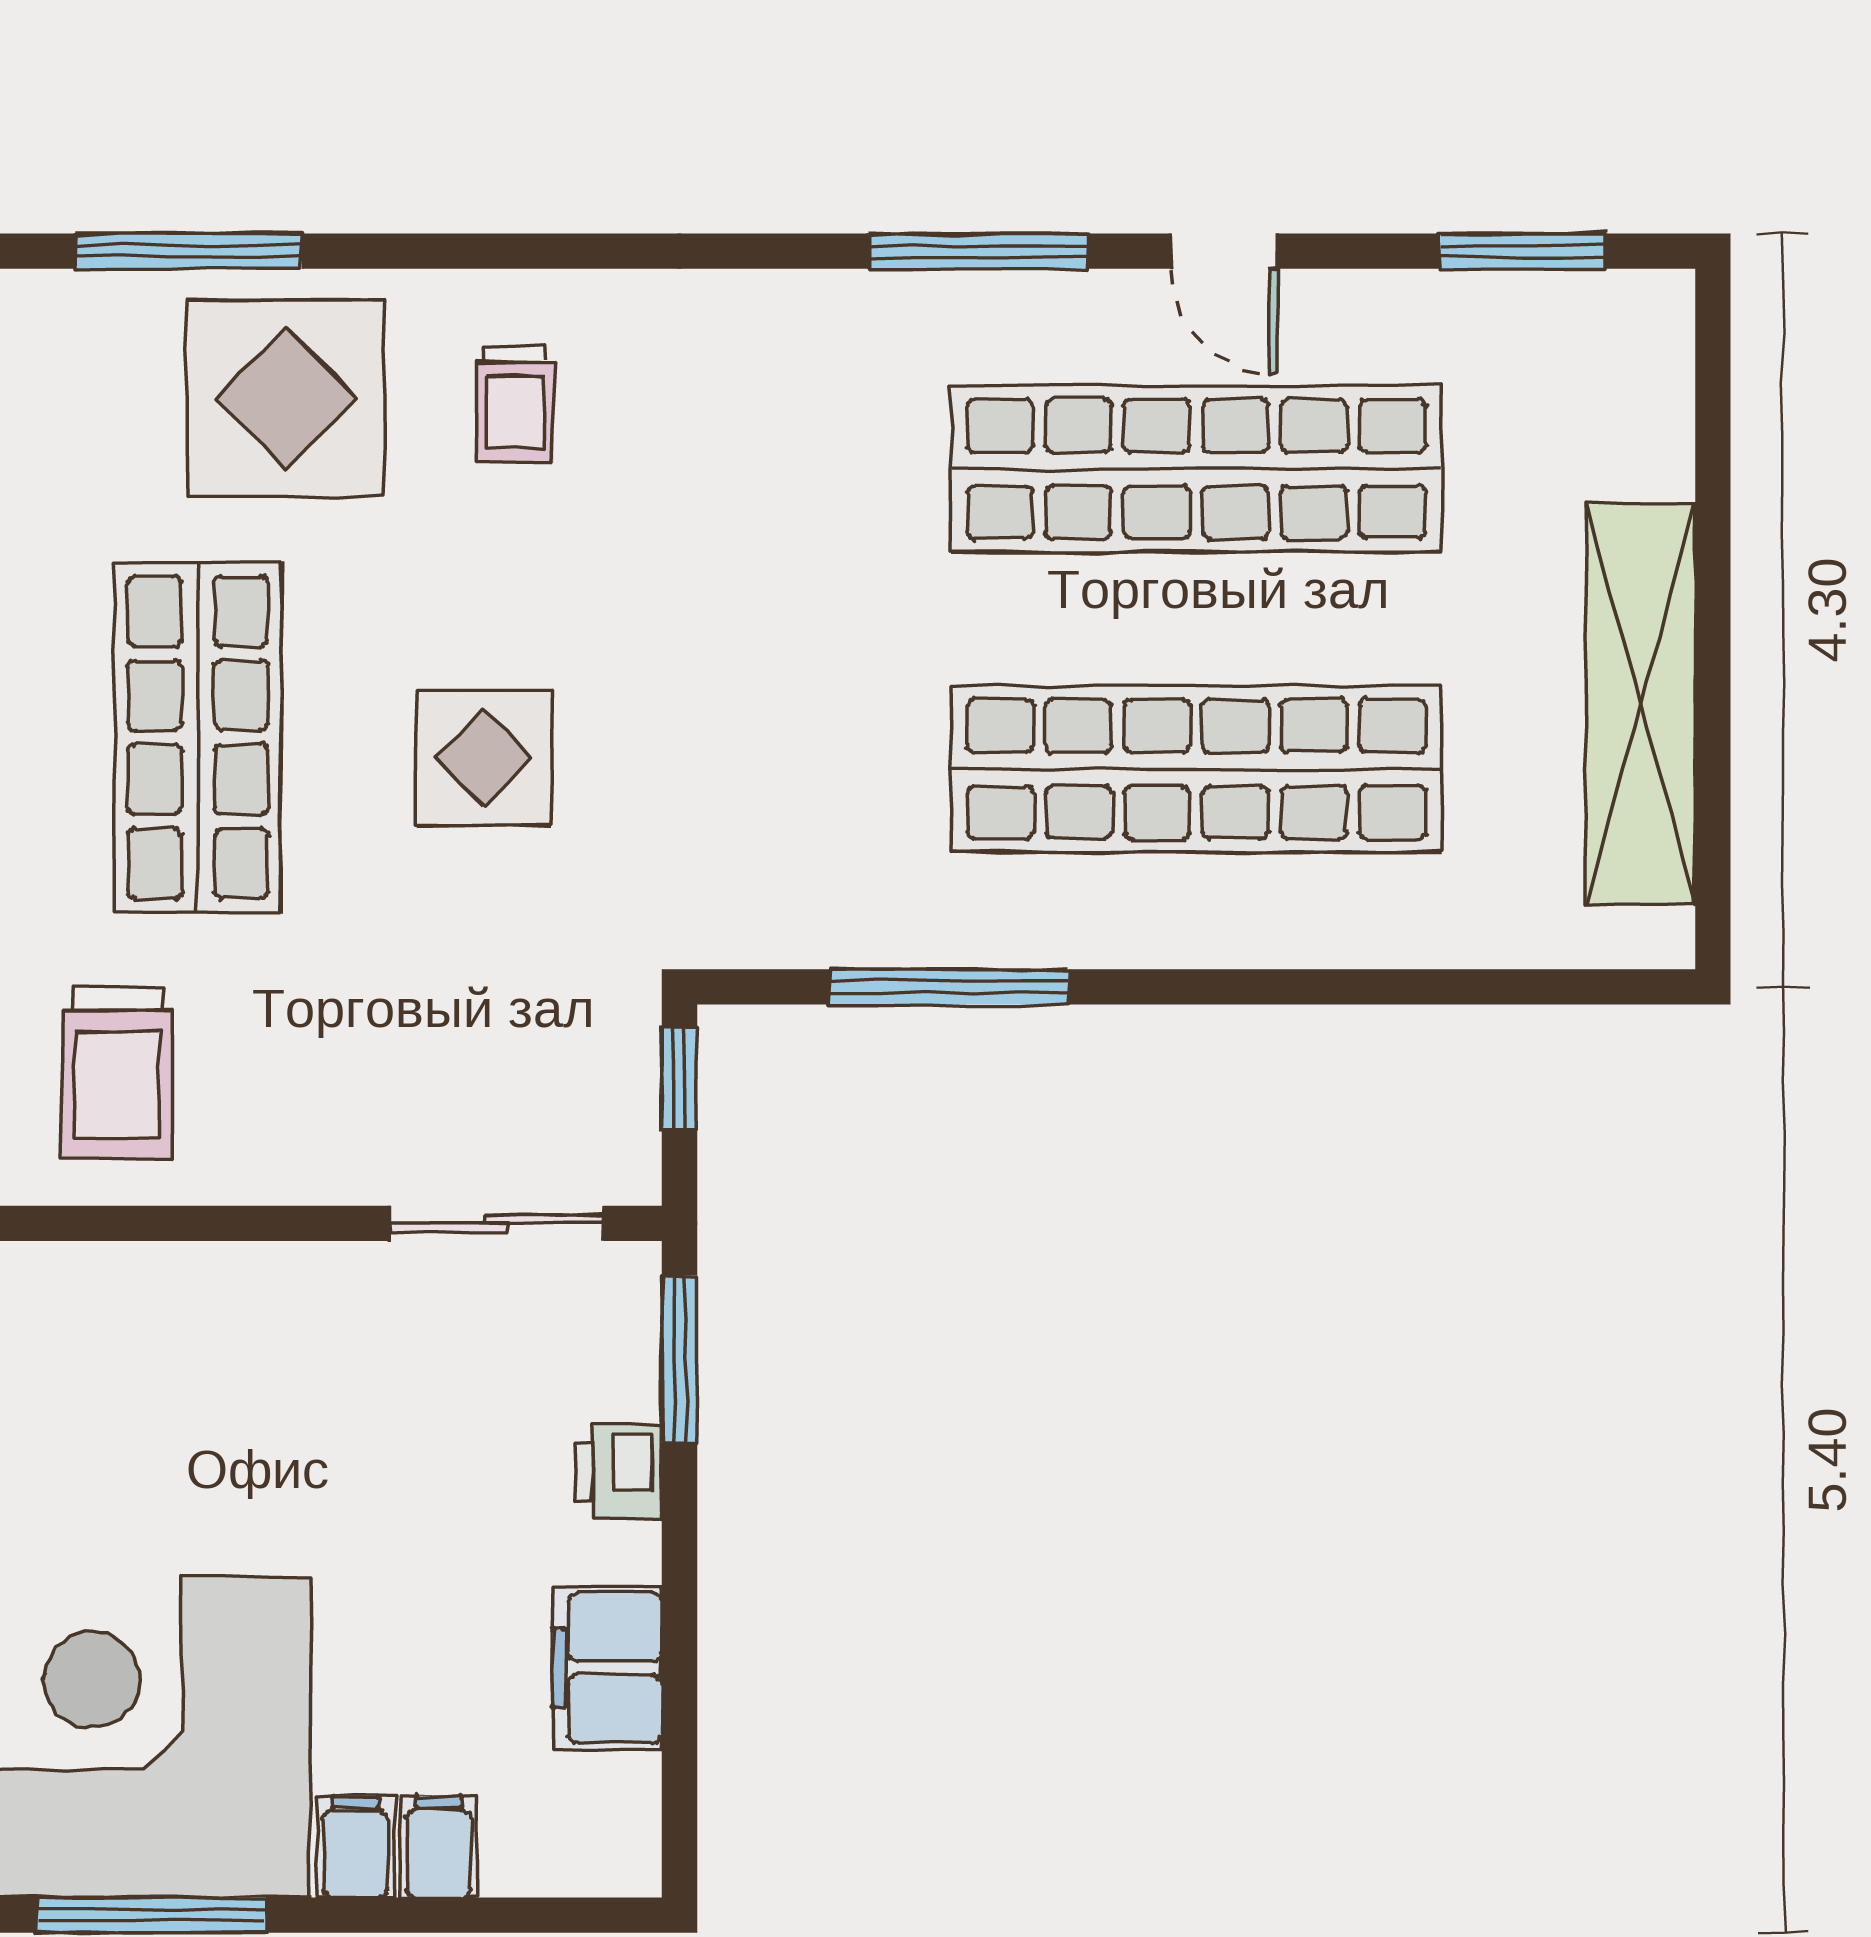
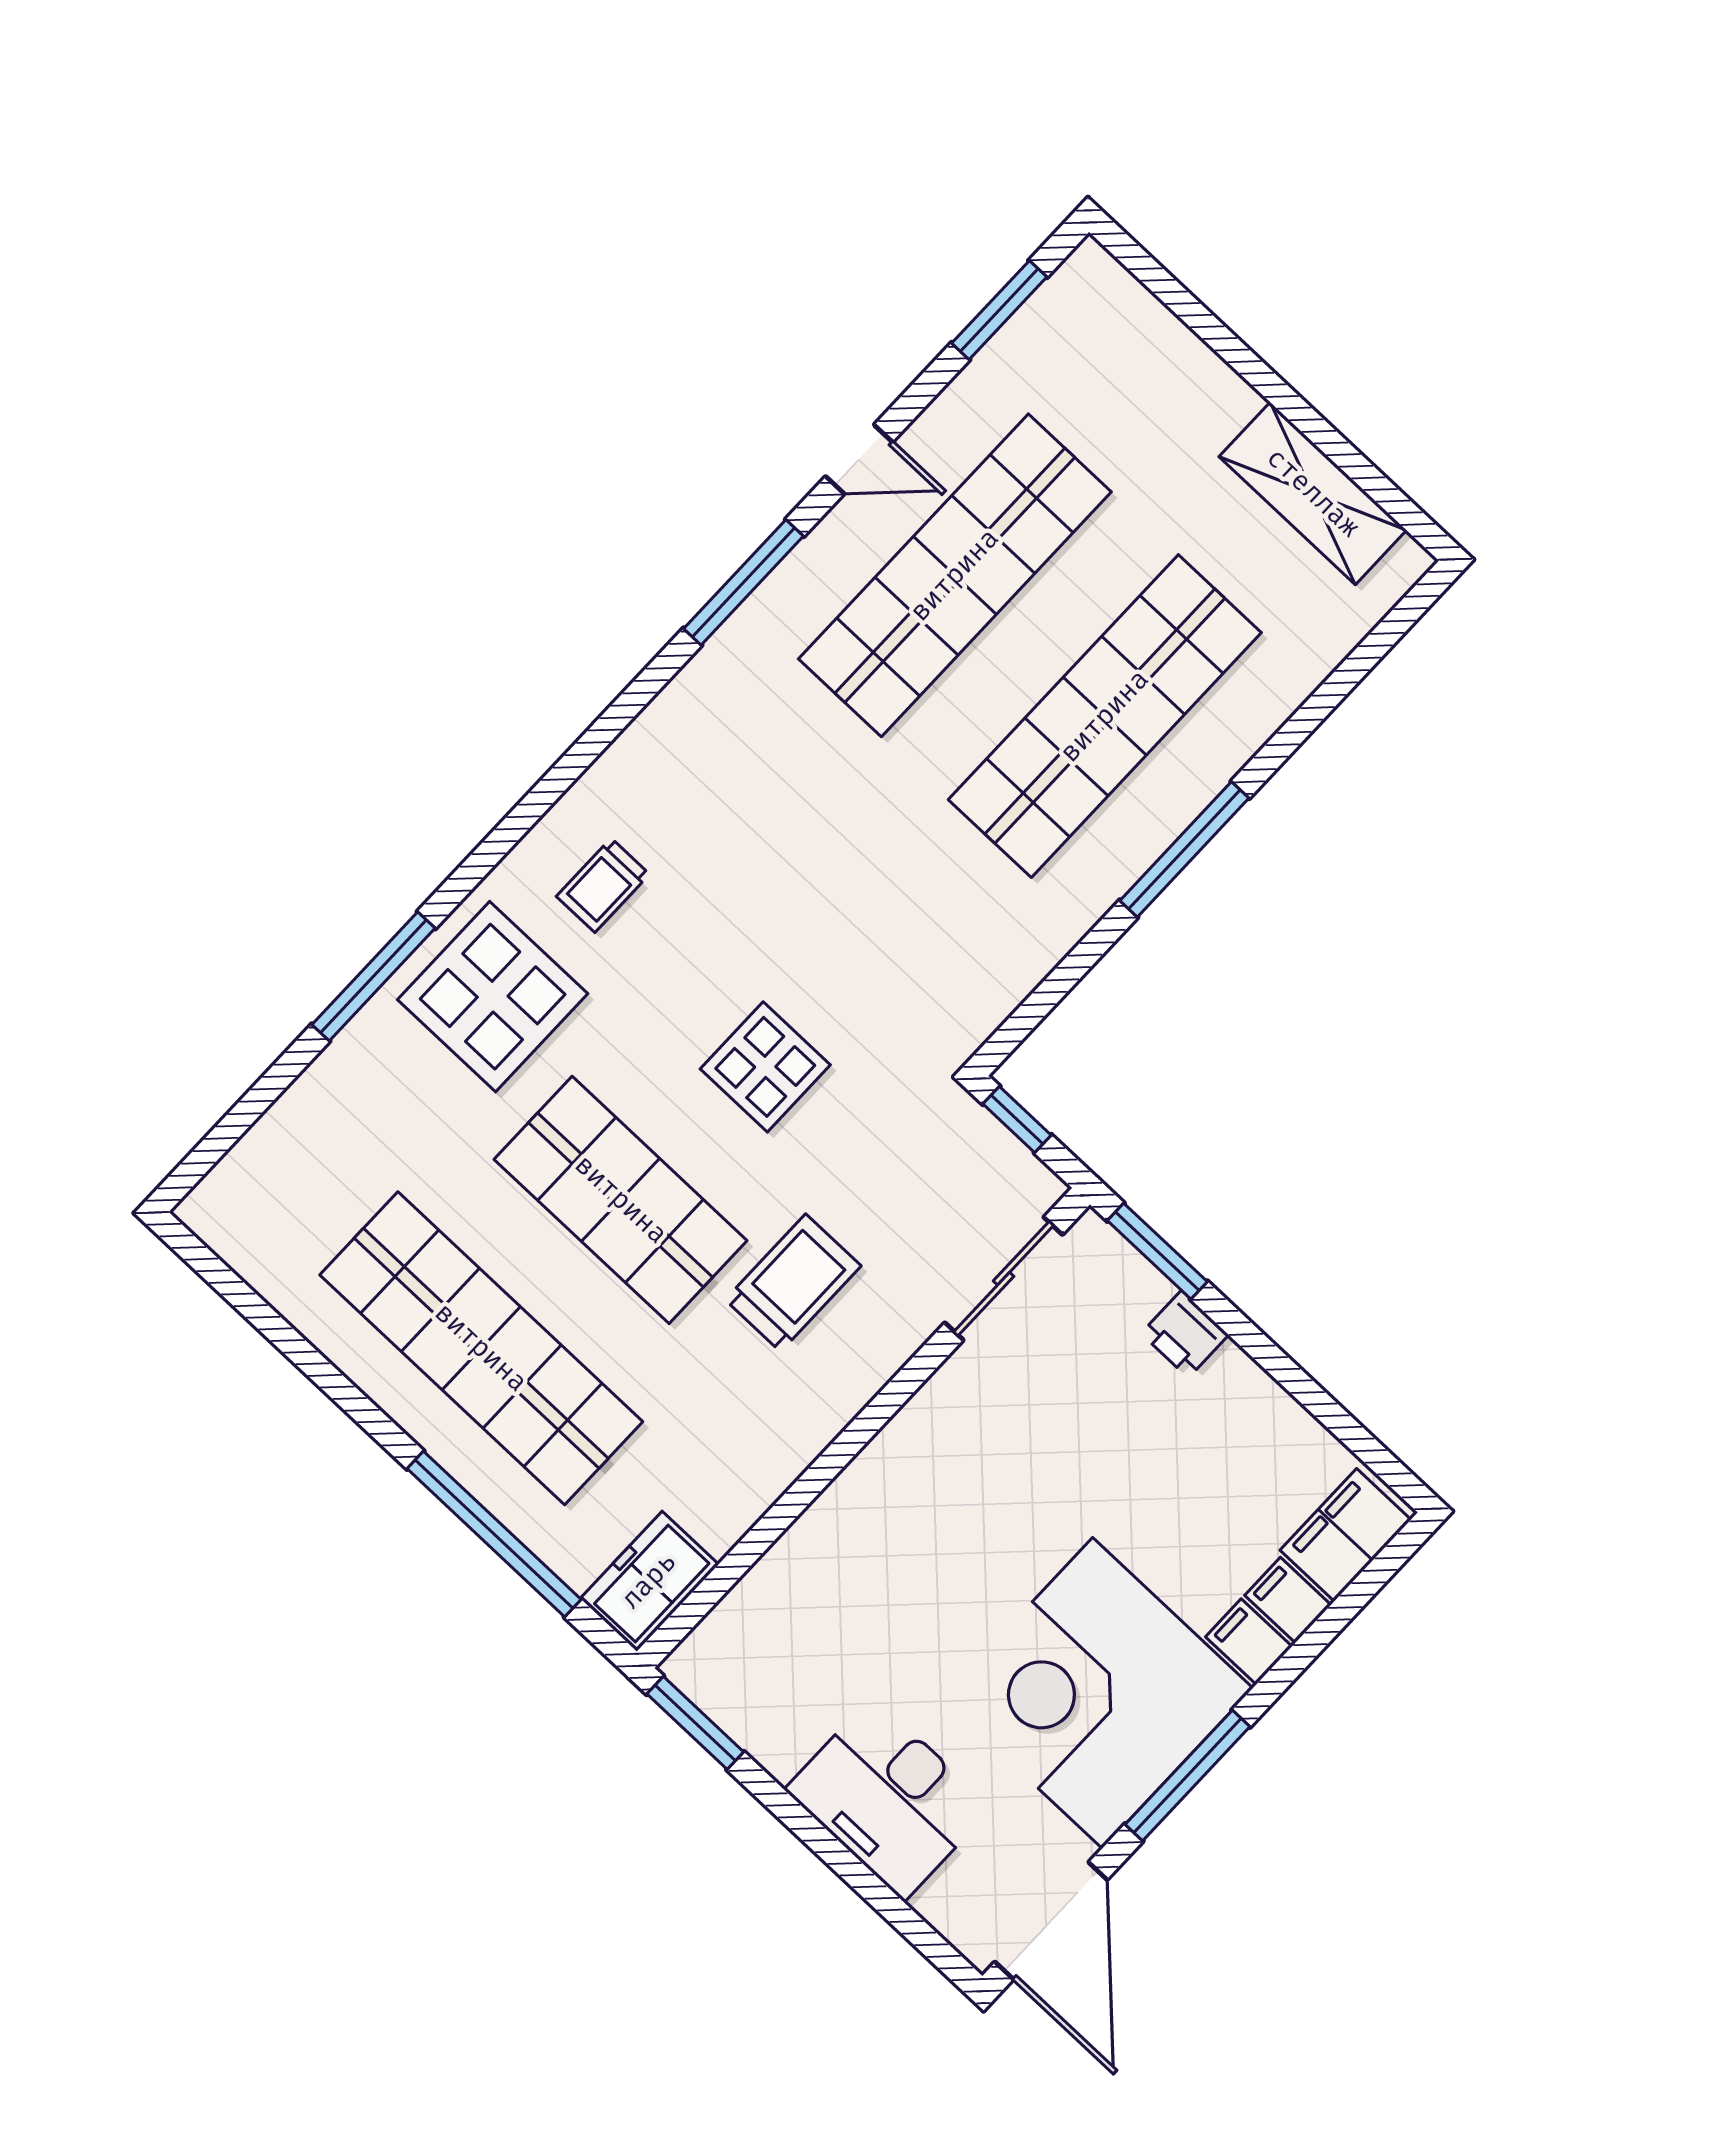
trolley: (515, 404) -> (603, 885), turned 90
shelving: (1641, 704) -> (1313, 493), width x0.68
window: (949, 987) -> (1184, 849), moved
trolley: (117, 1073) -> (793, 1283), moved, turned -90
filing cabinet: (607, 1668) -> (1346, 1535), moved, turned 90

